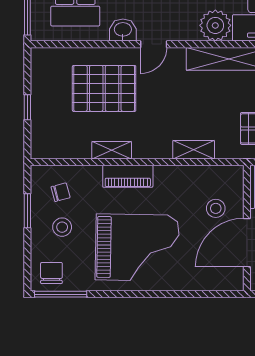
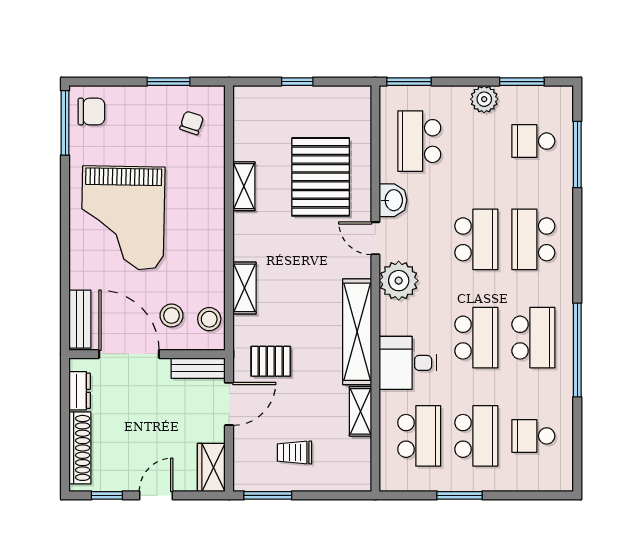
plant: (215, 25) -> (399, 281), moved
piano: (128, 176) -> (211, 206), removed
chair: (61, 192) -> (192, 123), turned -147
stool: (62, 227) -> (209, 319), moved
bench: (219, 282) -> (80, 319), added

